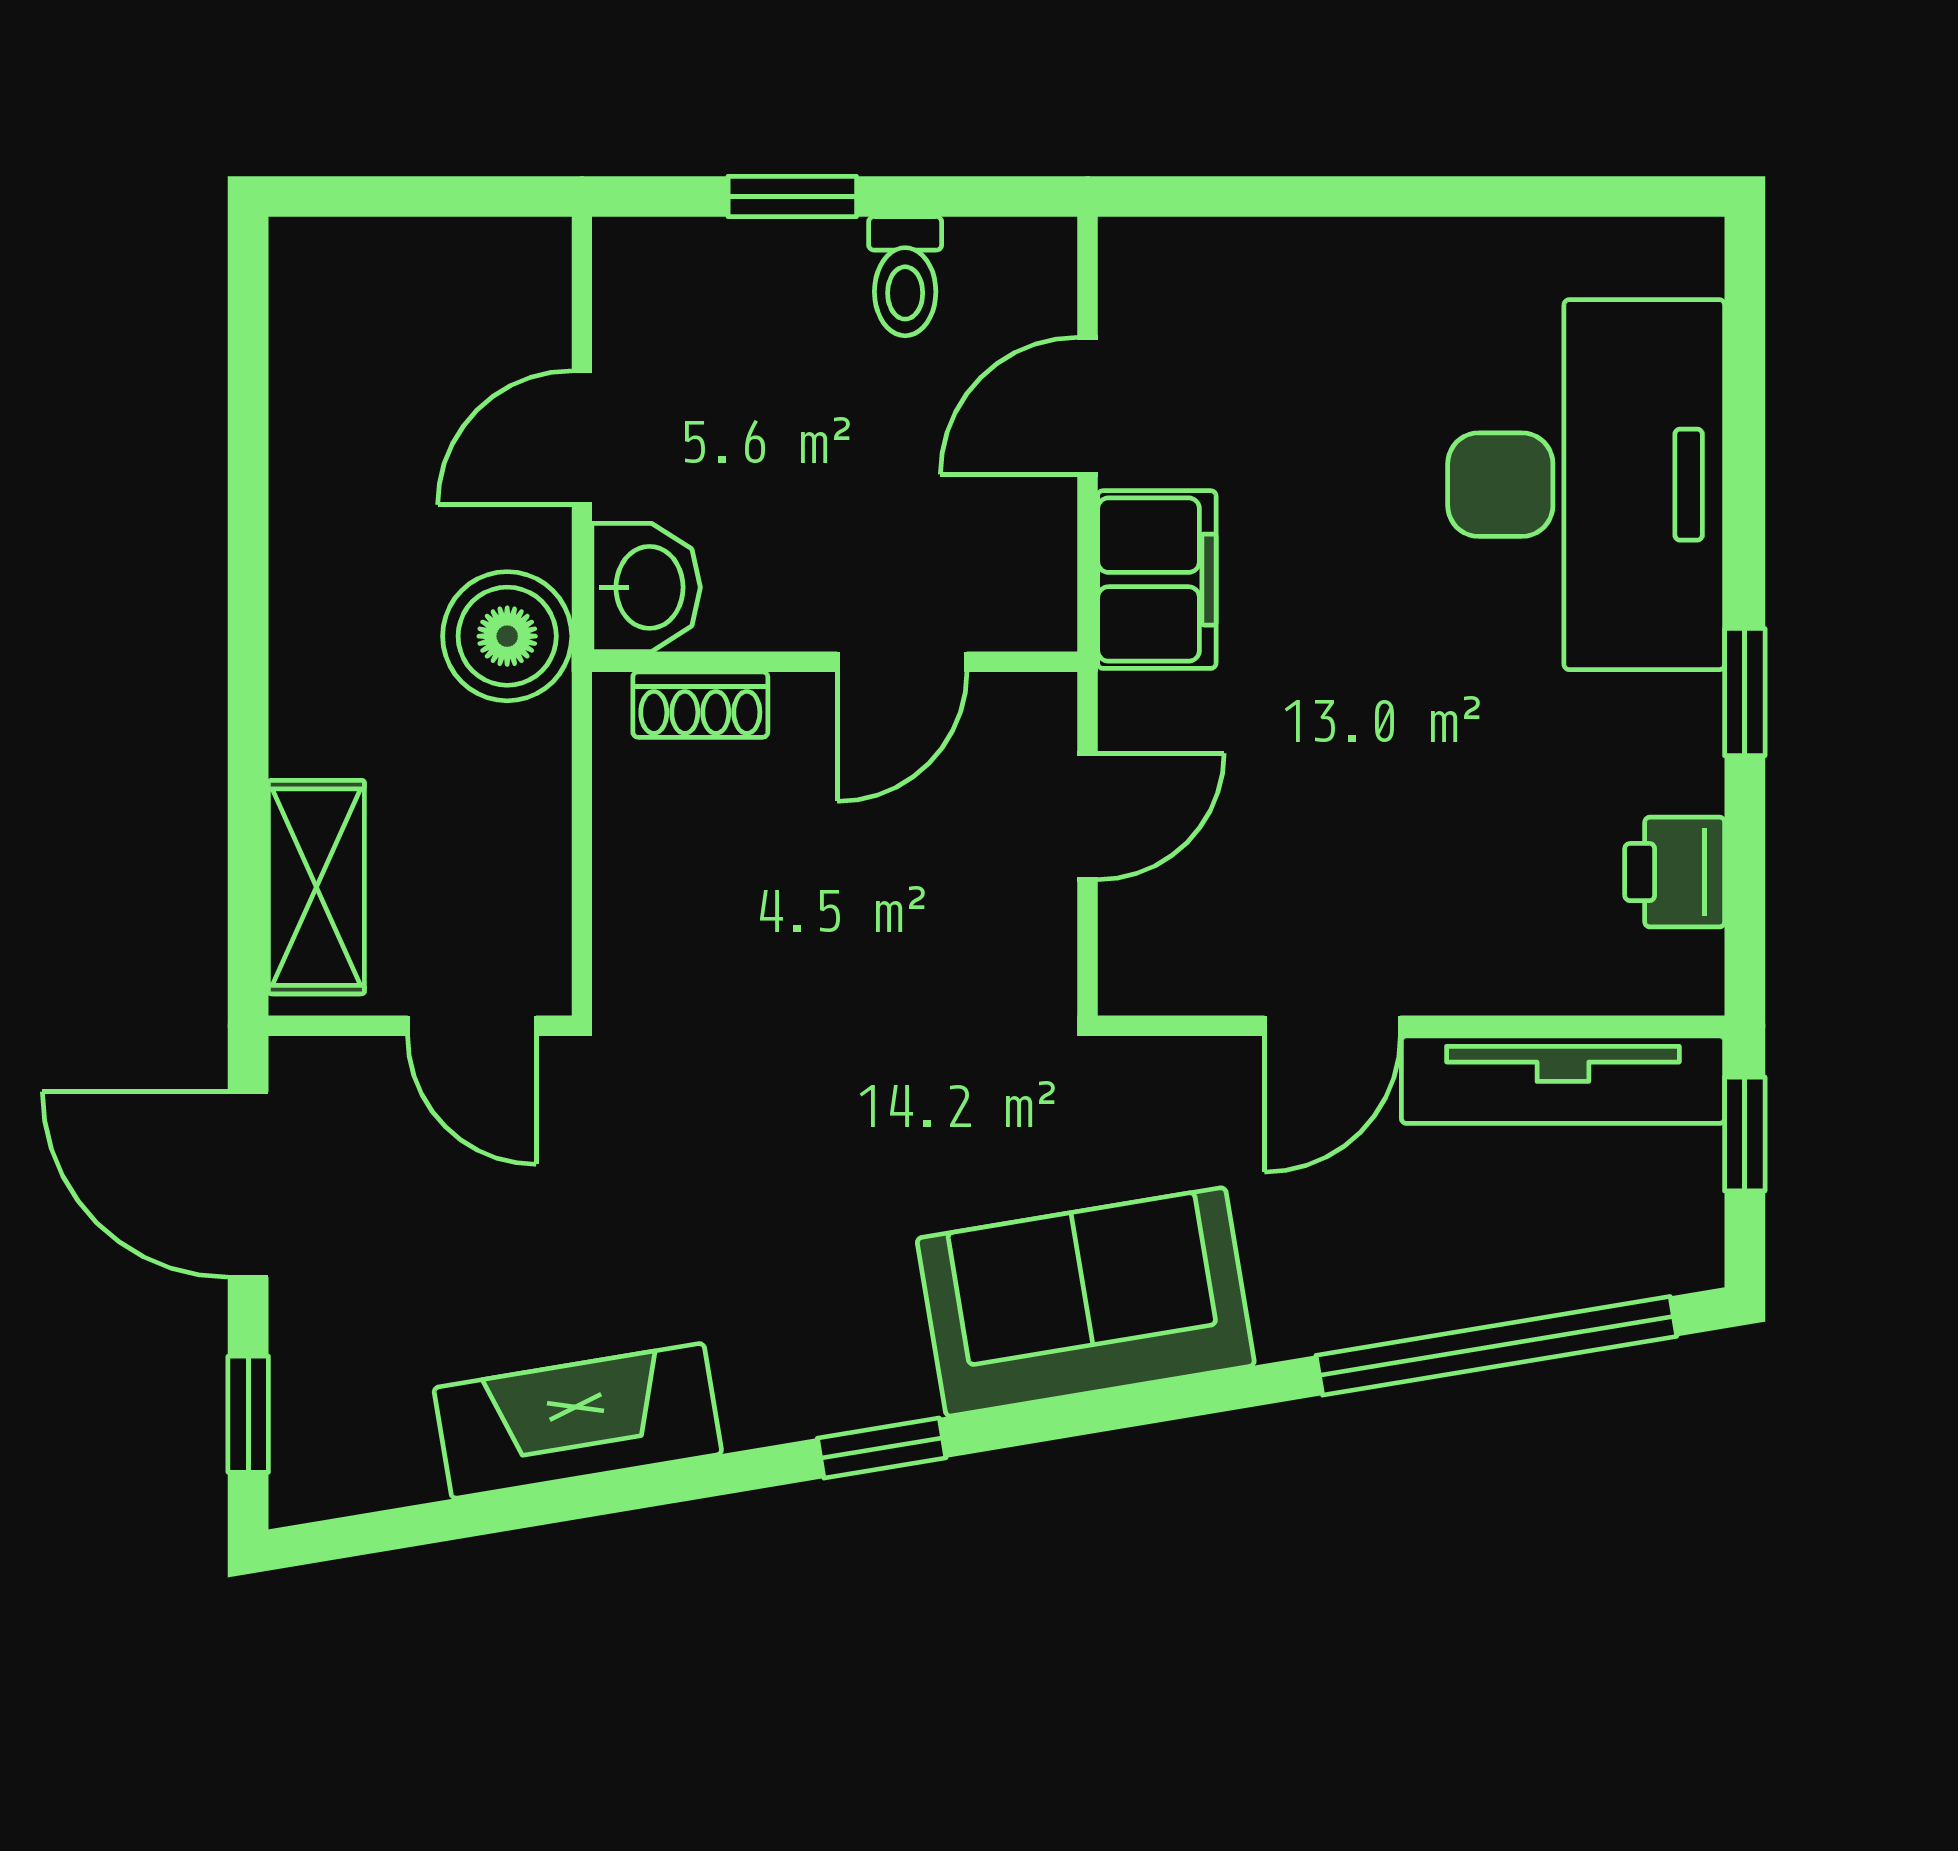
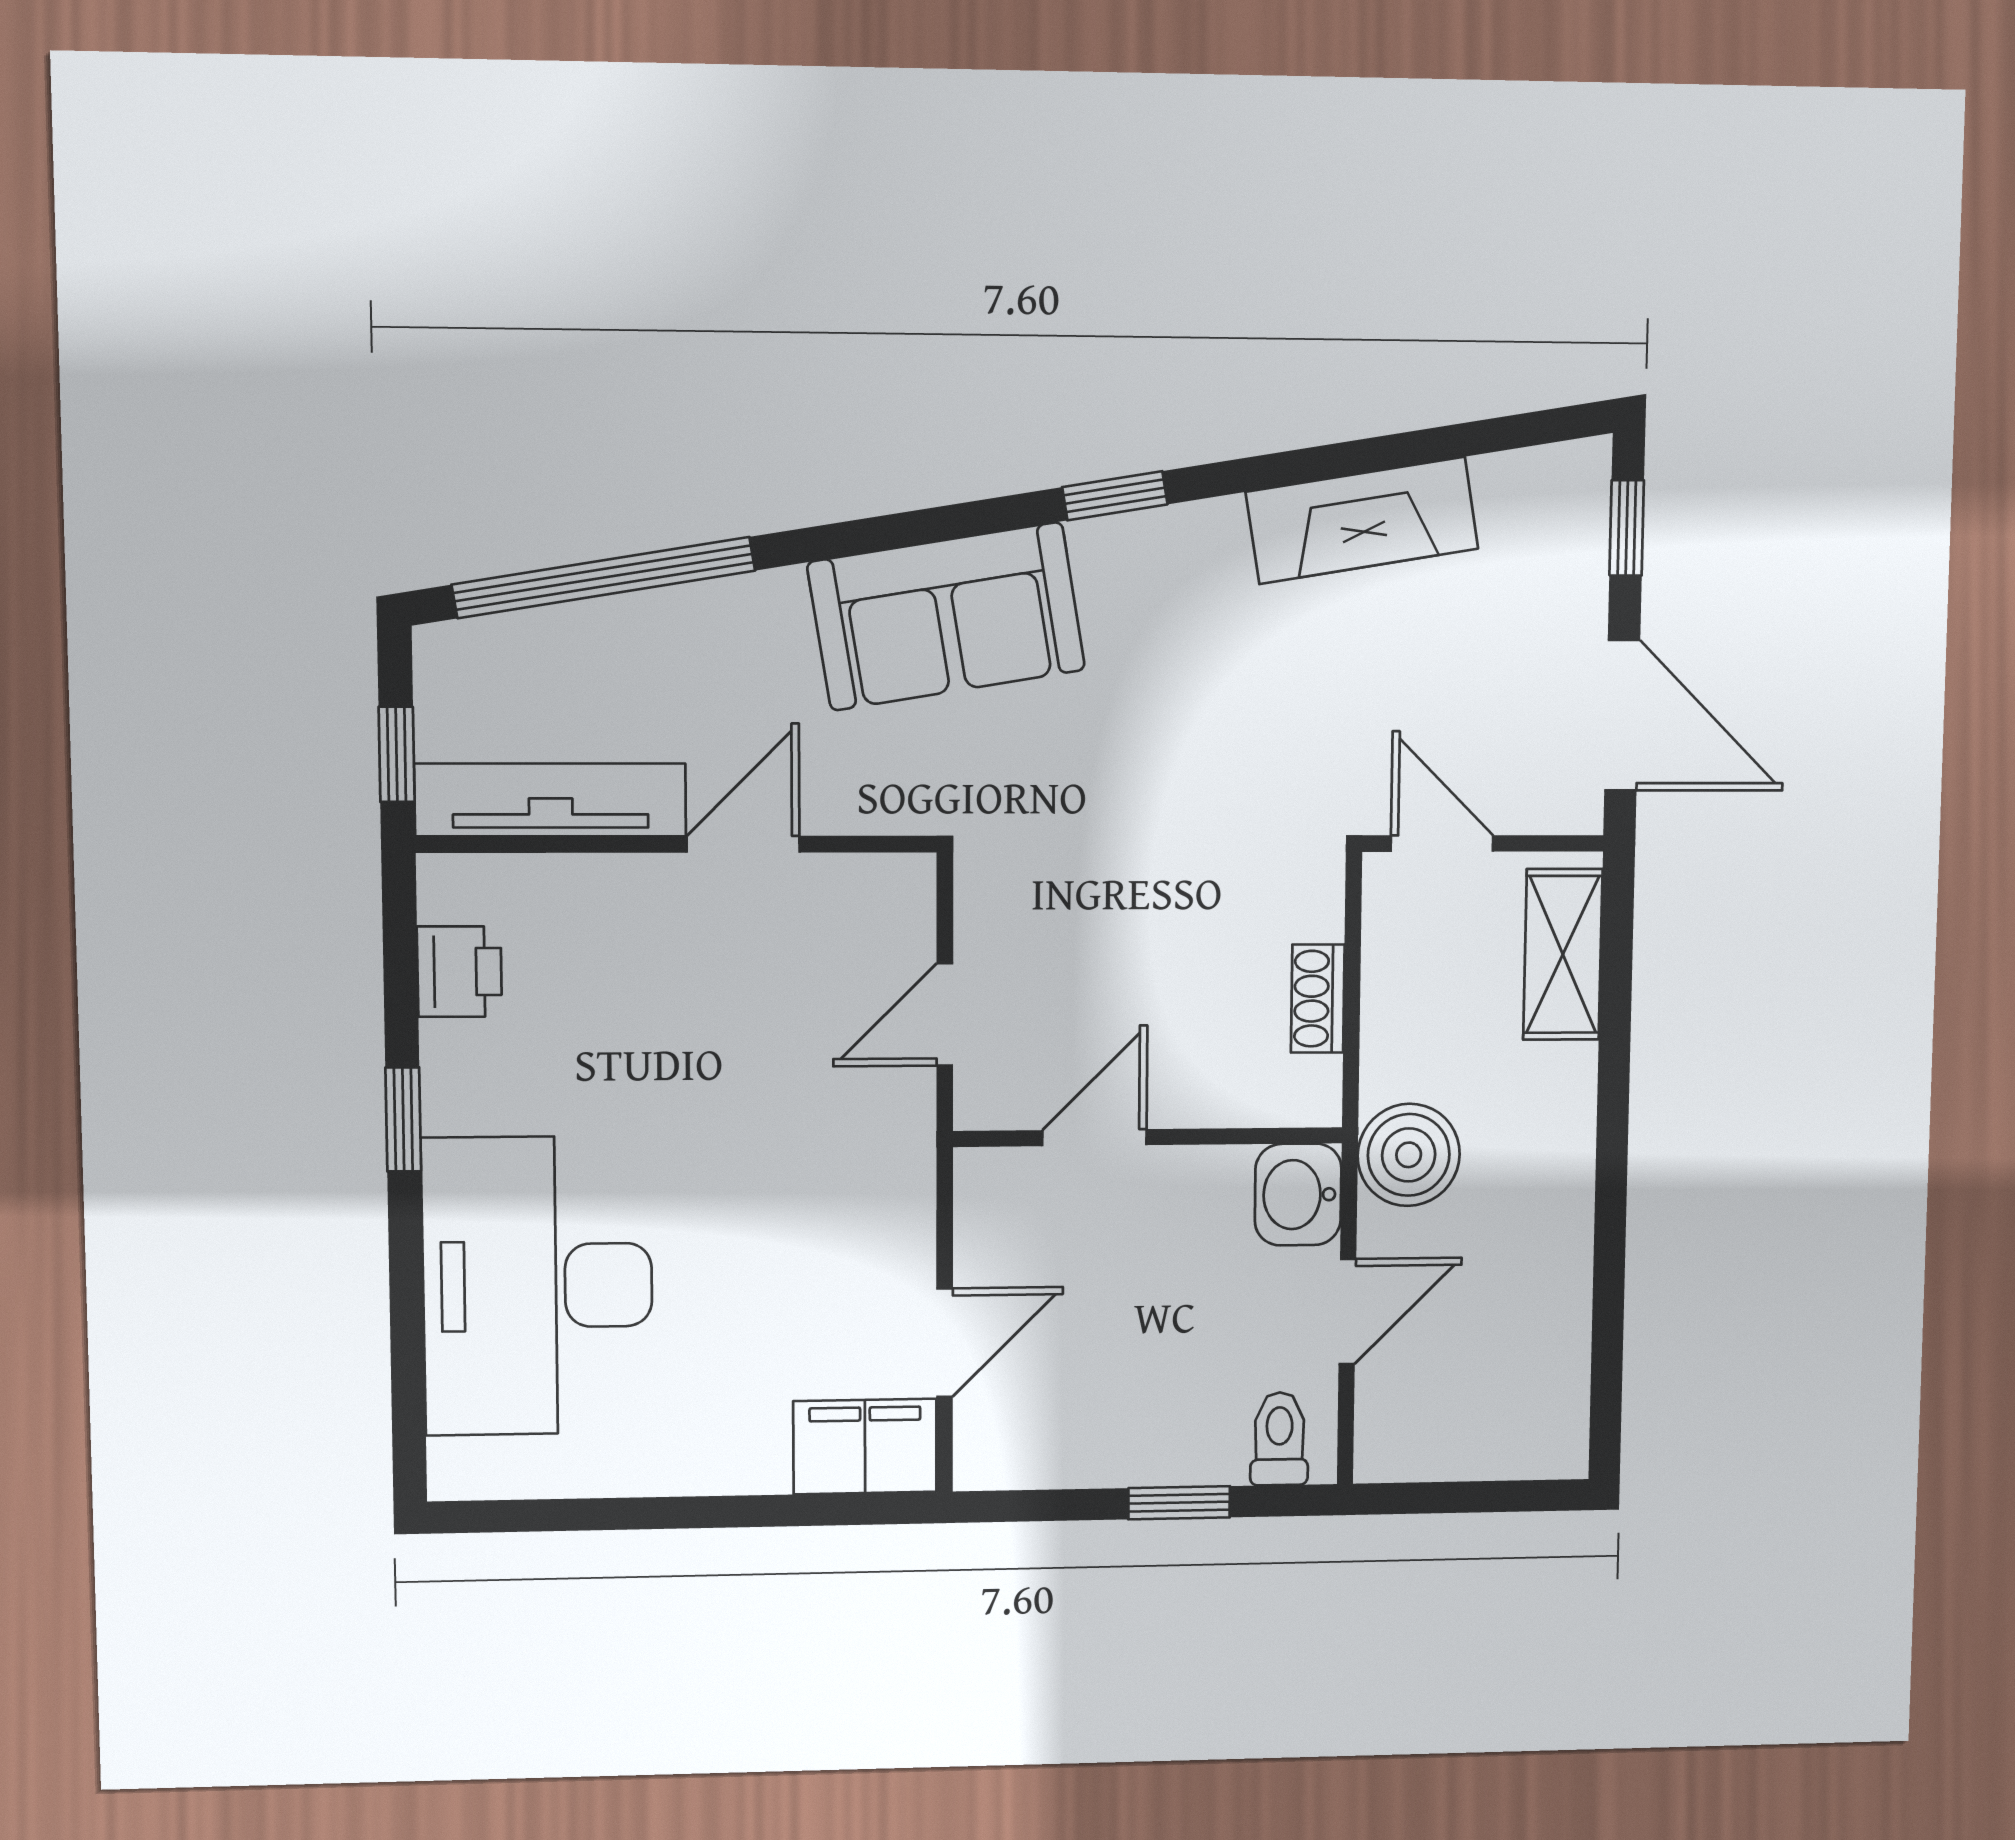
toilet: (905, 276) -> (1279, 1439), moved
filing cabinet: (1157, 580) -> (865, 1447), moved, turned 90
shoe rack: (700, 705) -> (1318, 999), moved, turned -90

